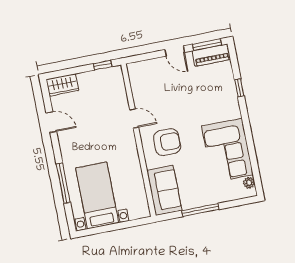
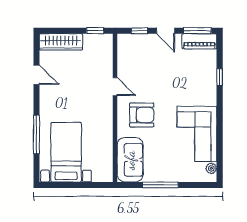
window: (148, 56) -> (140, 31), added
wardrobe: (62, 85) -> (61, 42), width x1.50

